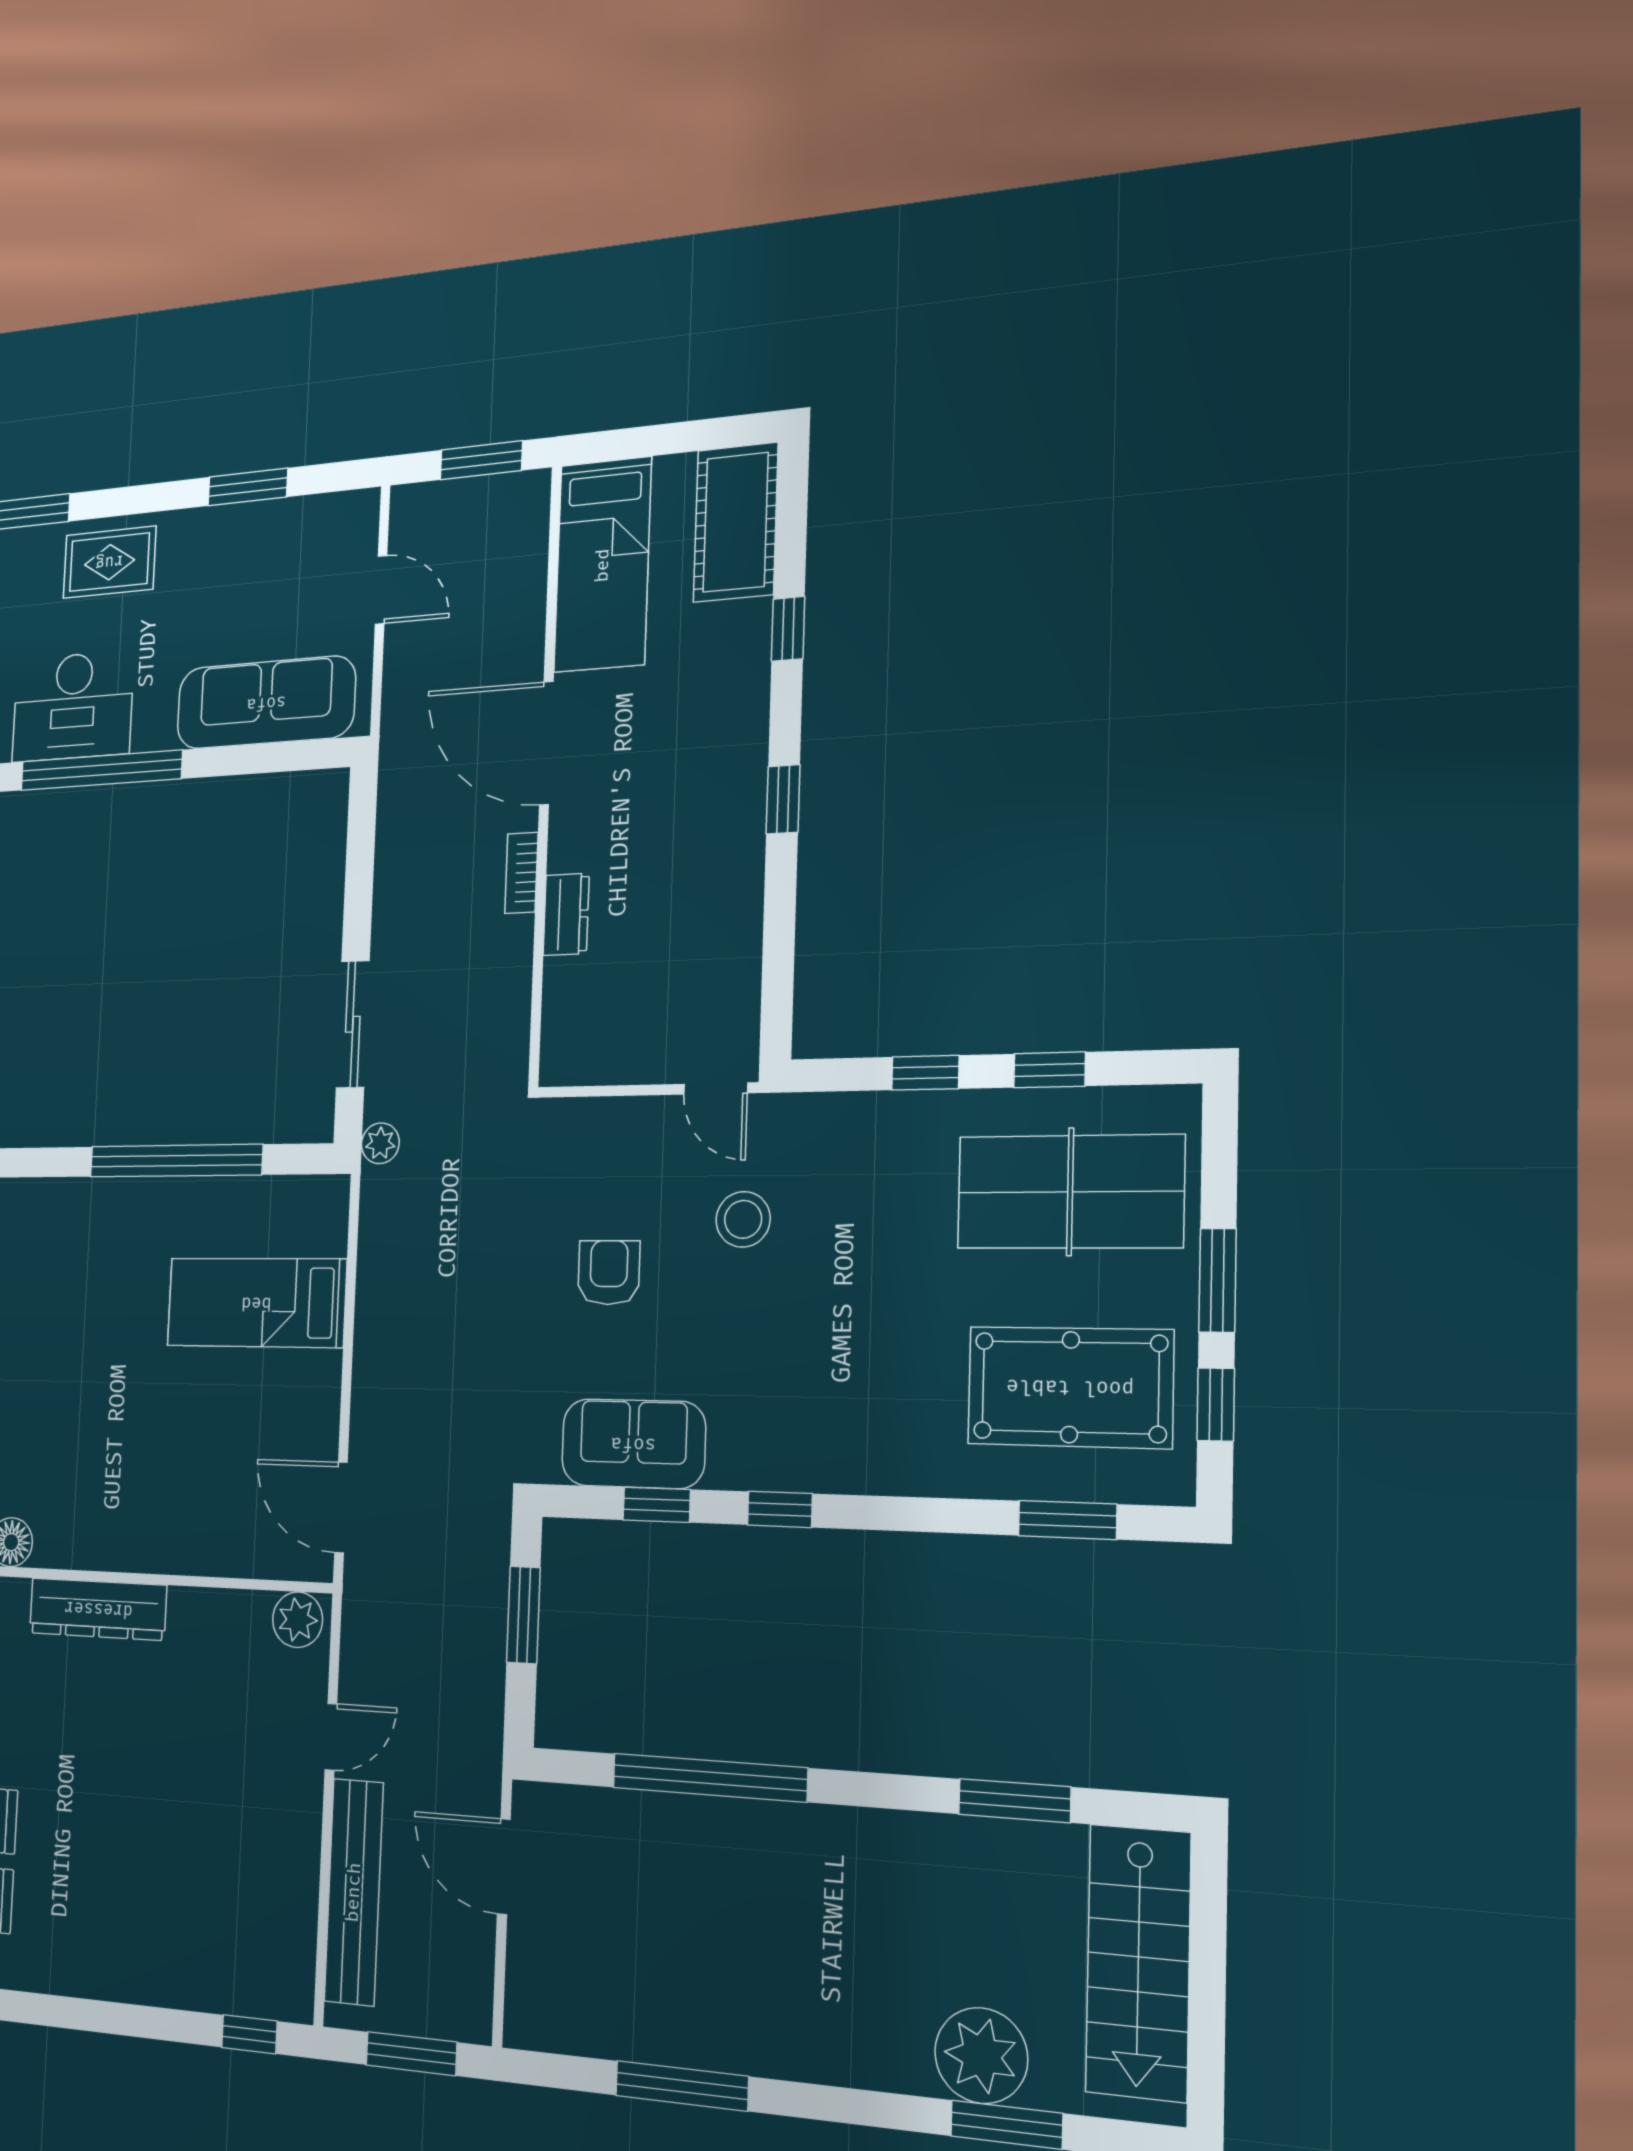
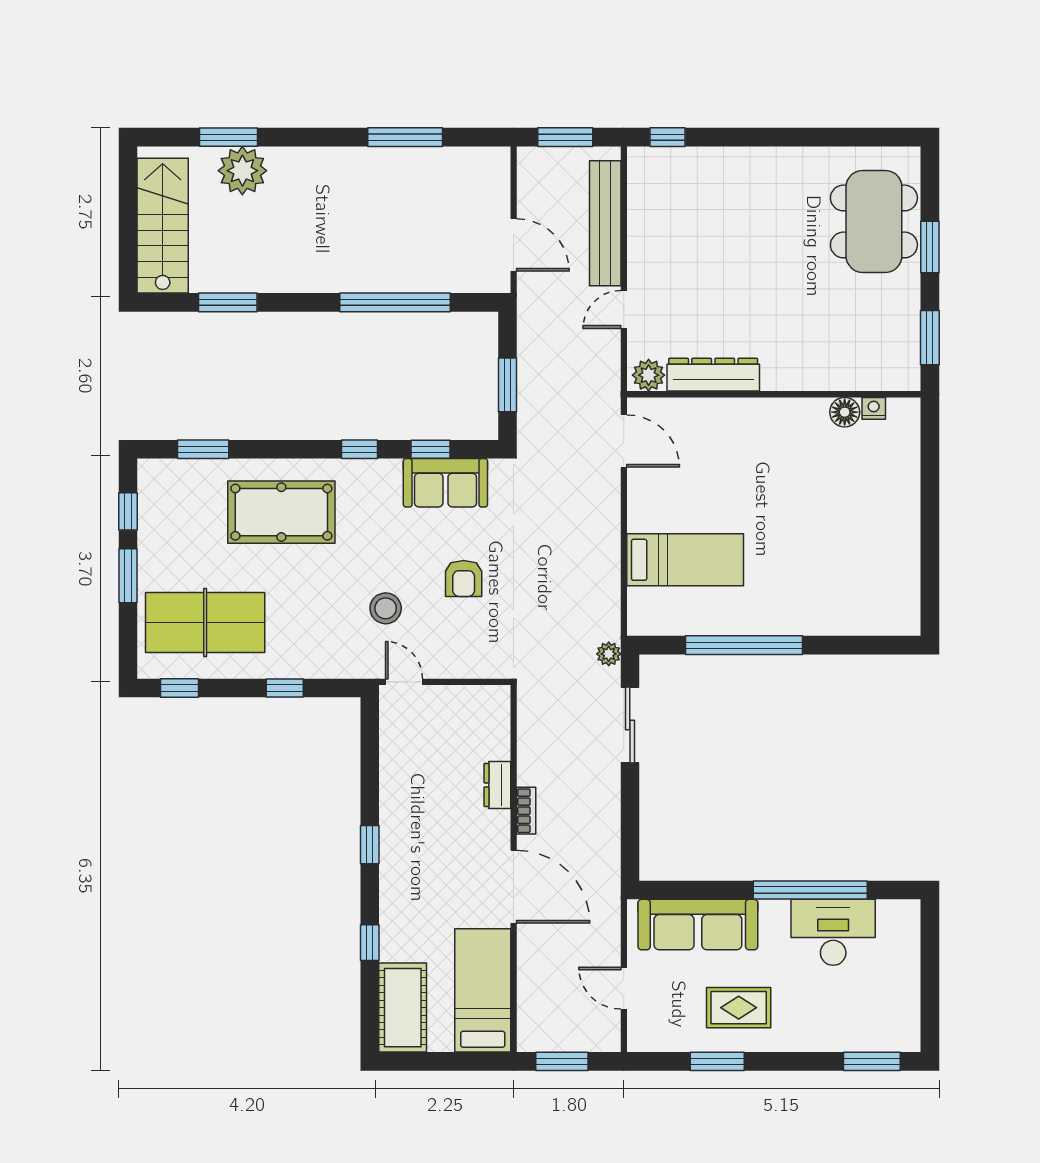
rug: (109, 562) -> (739, 1008), moved
window: (1049, 1070) -> (179, 688), moved
pool table: (1070, 1387) -> (281, 512), moved
dresser: (98, 1609) -> (713, 375), moved

